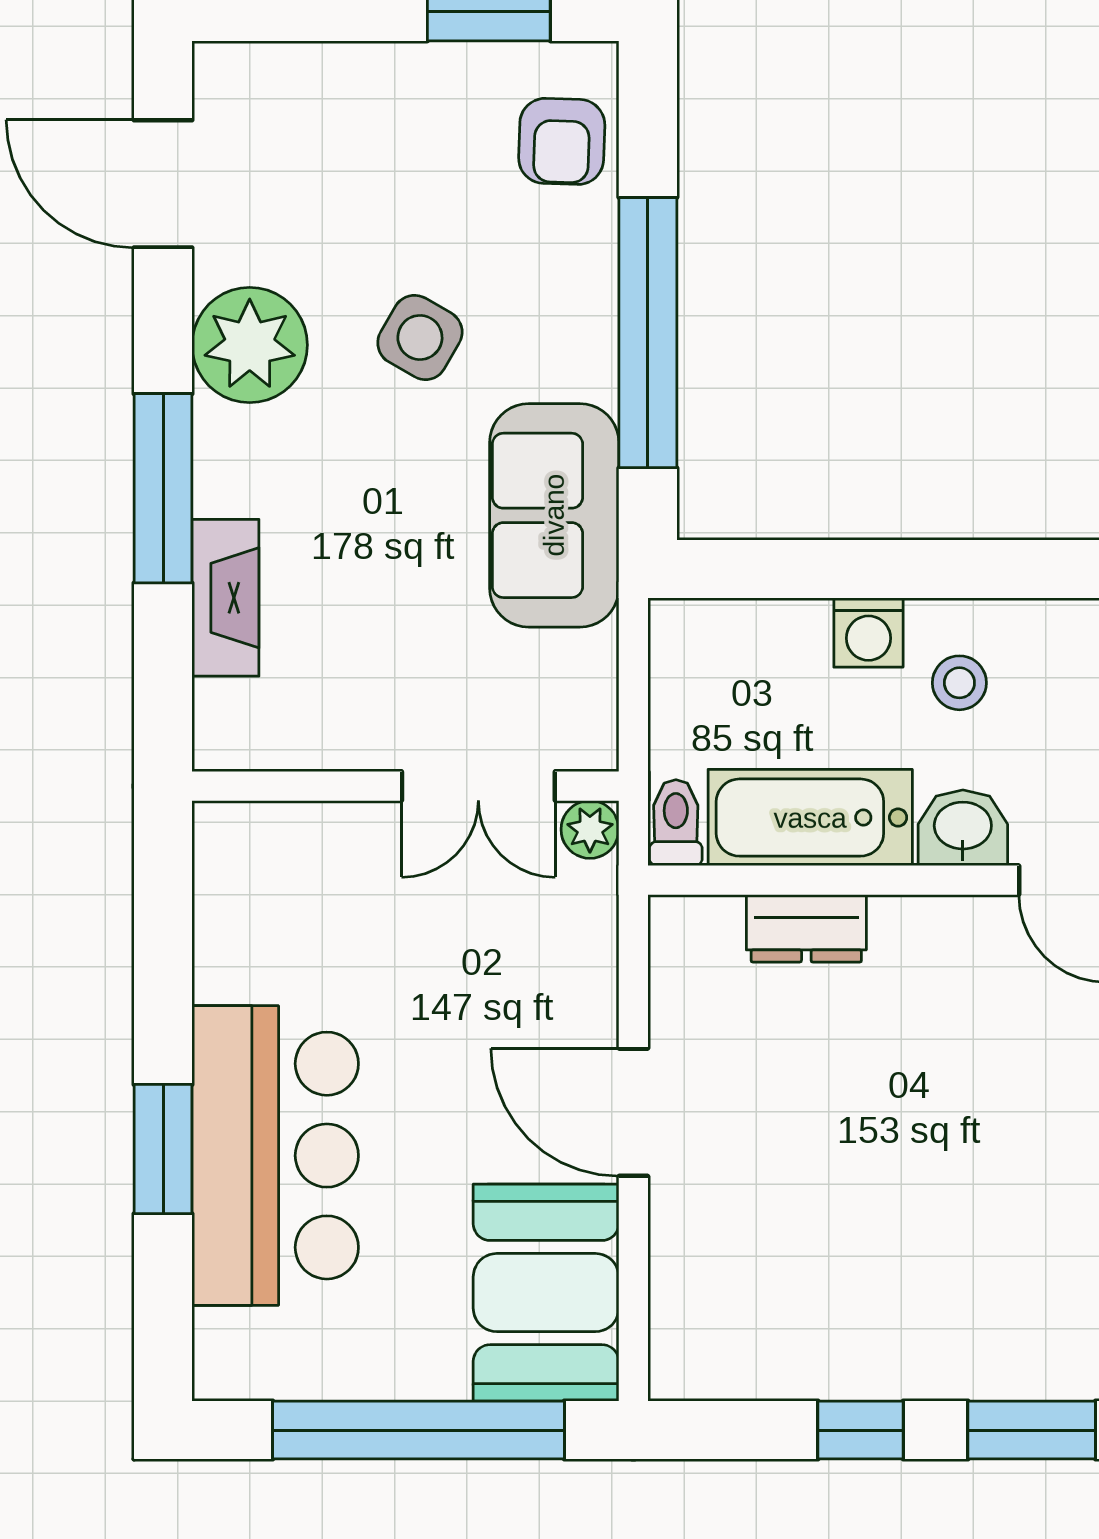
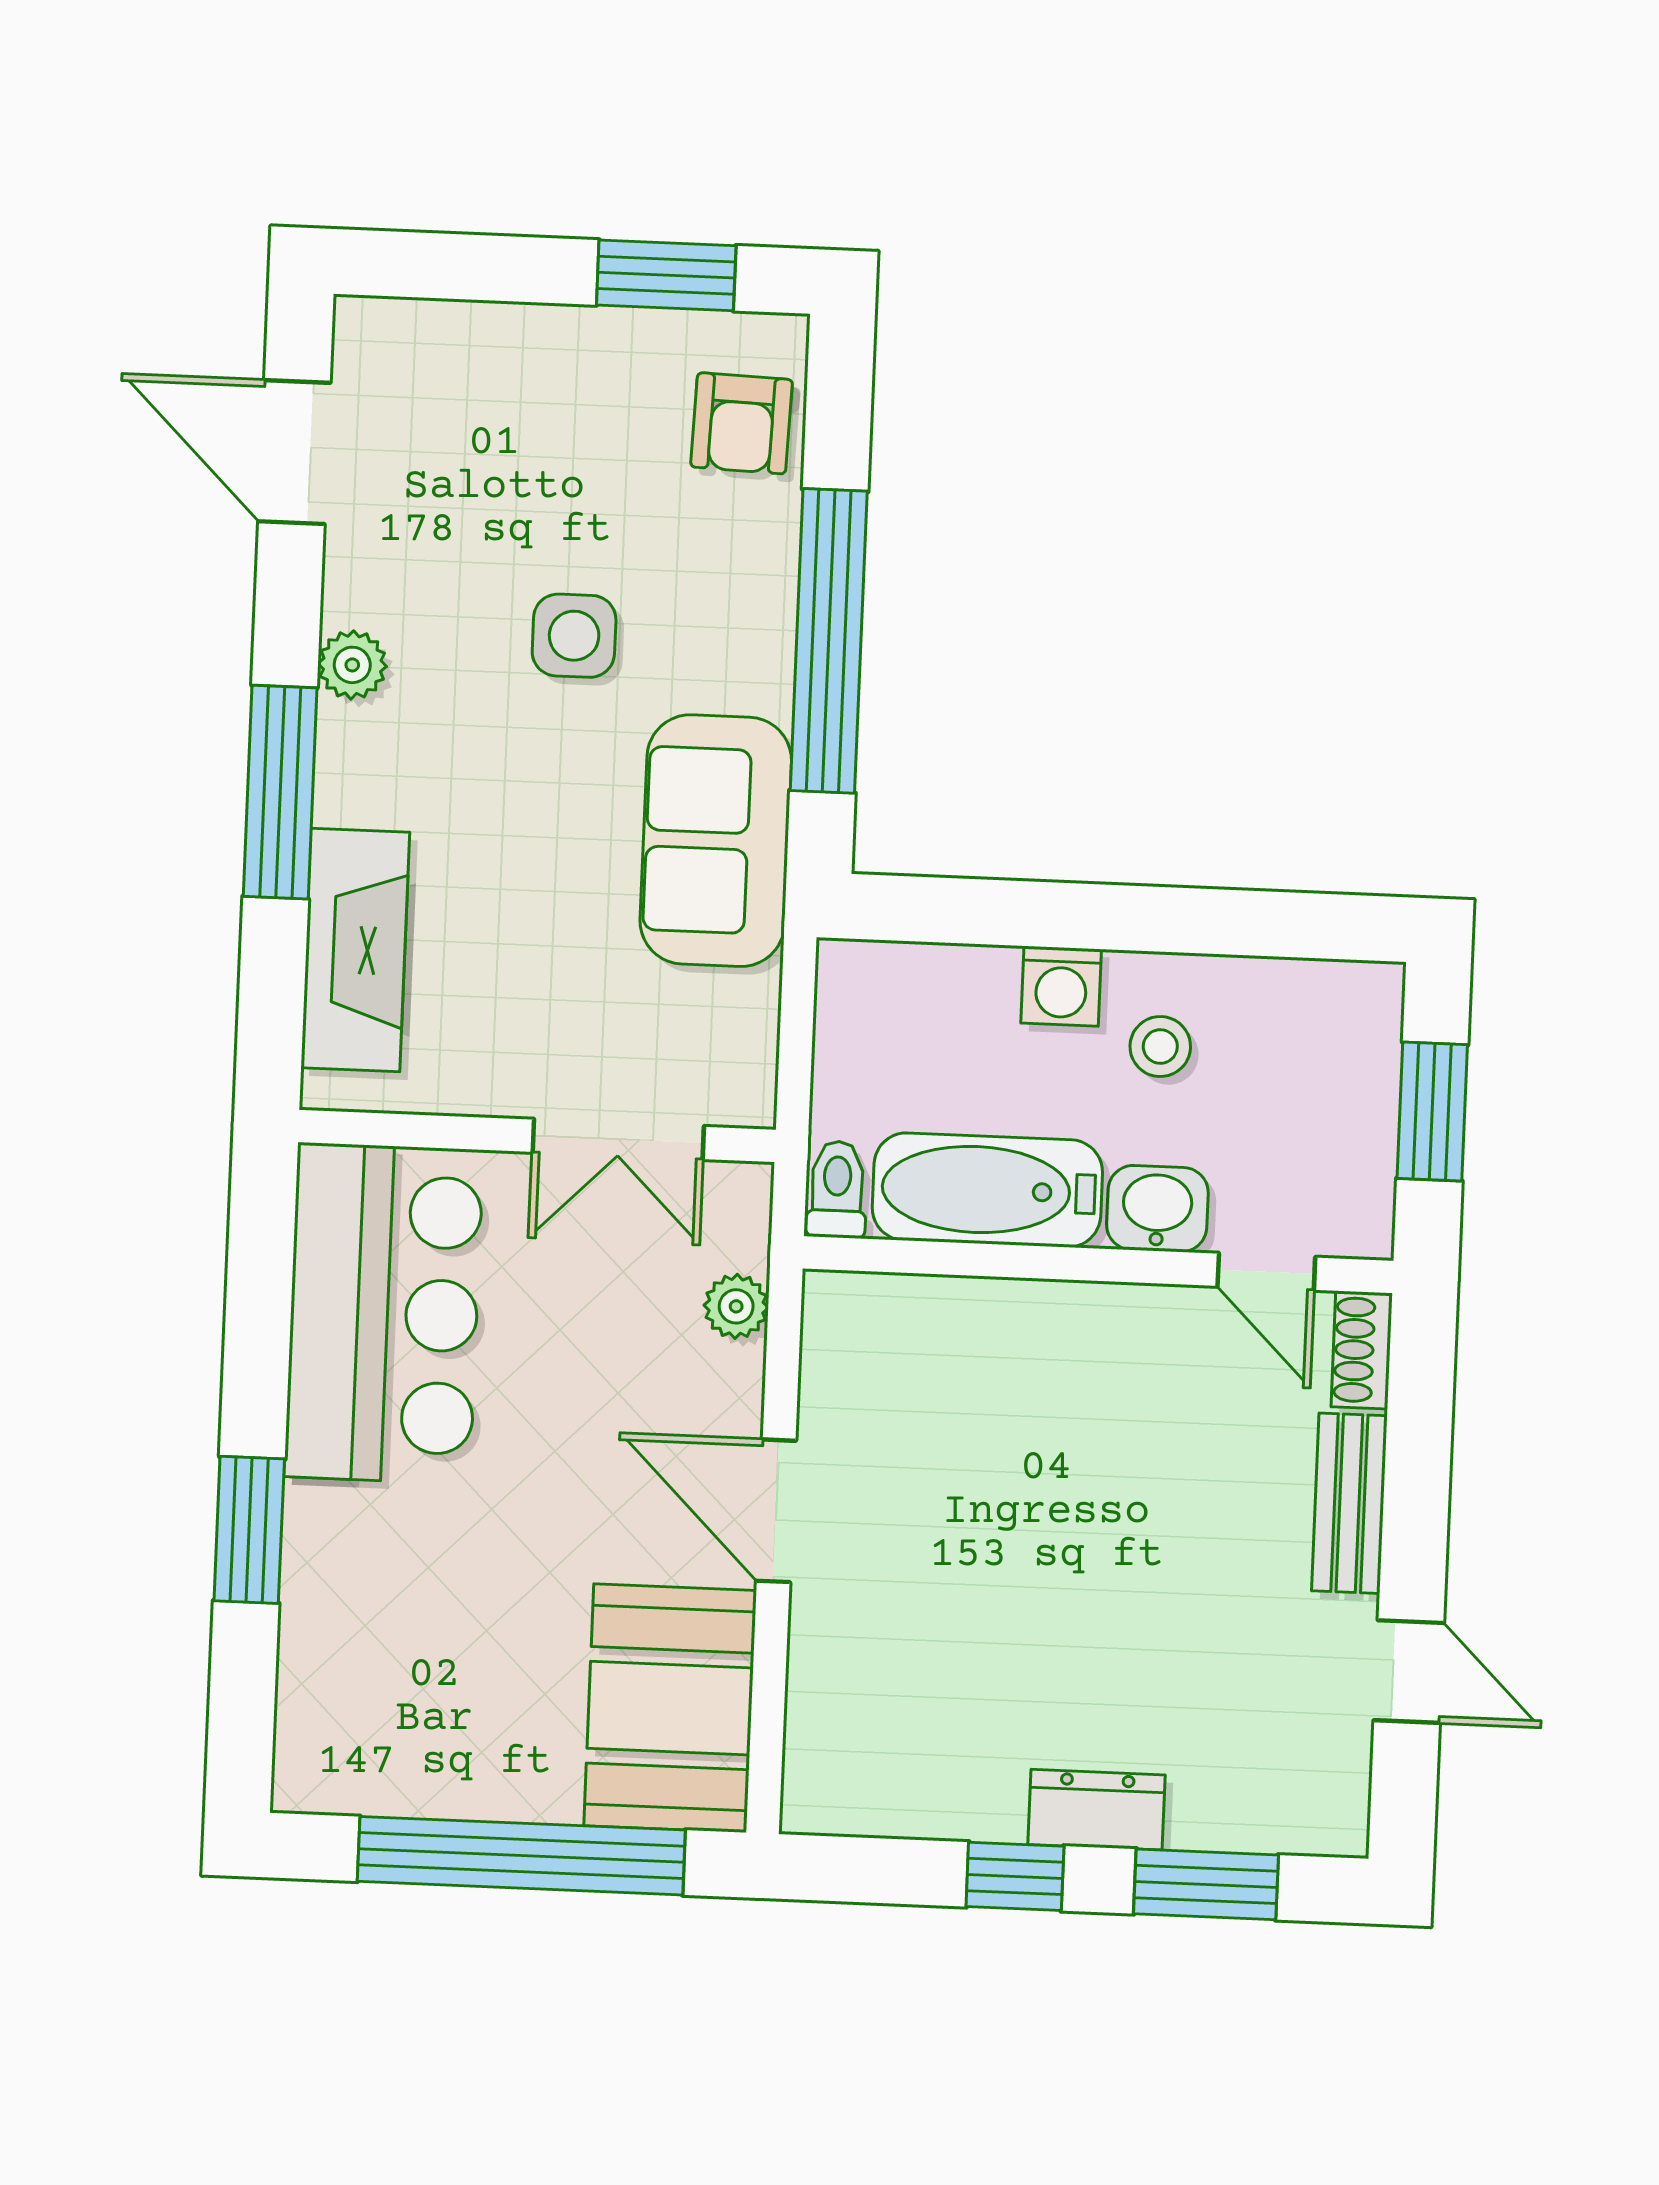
side table: (420, 337) -> (574, 636), turned -30
plant: (250, 345) -> (352, 665), width x0.53, depth x0.53
fireplace: (225, 598) -> (355, 950), width x1.37, depth x1.32
plant: (590, 829) -> (736, 1306), moved
dresser: (806, 928) -> (1097, 1810), moved, turned 180
bar counter: (275, 1156) -> (384, 1313), moved

